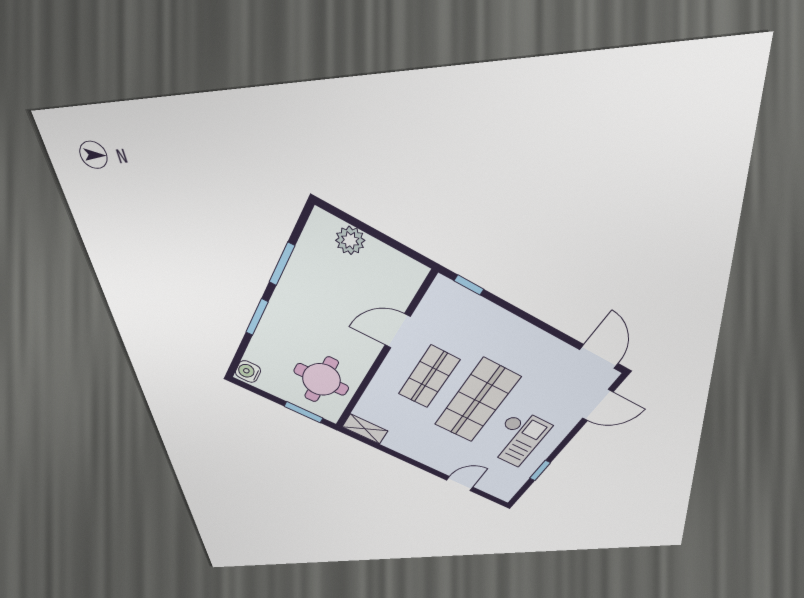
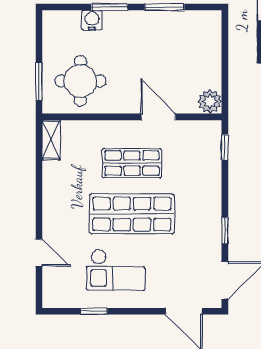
plant: (350, 240) -> (210, 101), moved
window: (552, 331) -> (225, 230), added
water cooler: (248, 372) -> (92, 20), moved

